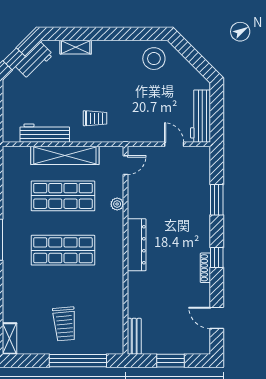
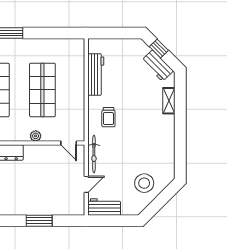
stool: (154, 59) -> (144, 183), moved
workbench: (201, 116) -> (104, 207), width x0.73
bicycle: (138, 135) -> (94, 154), added
shelving: (65, 155) -> (77, 92), removed

